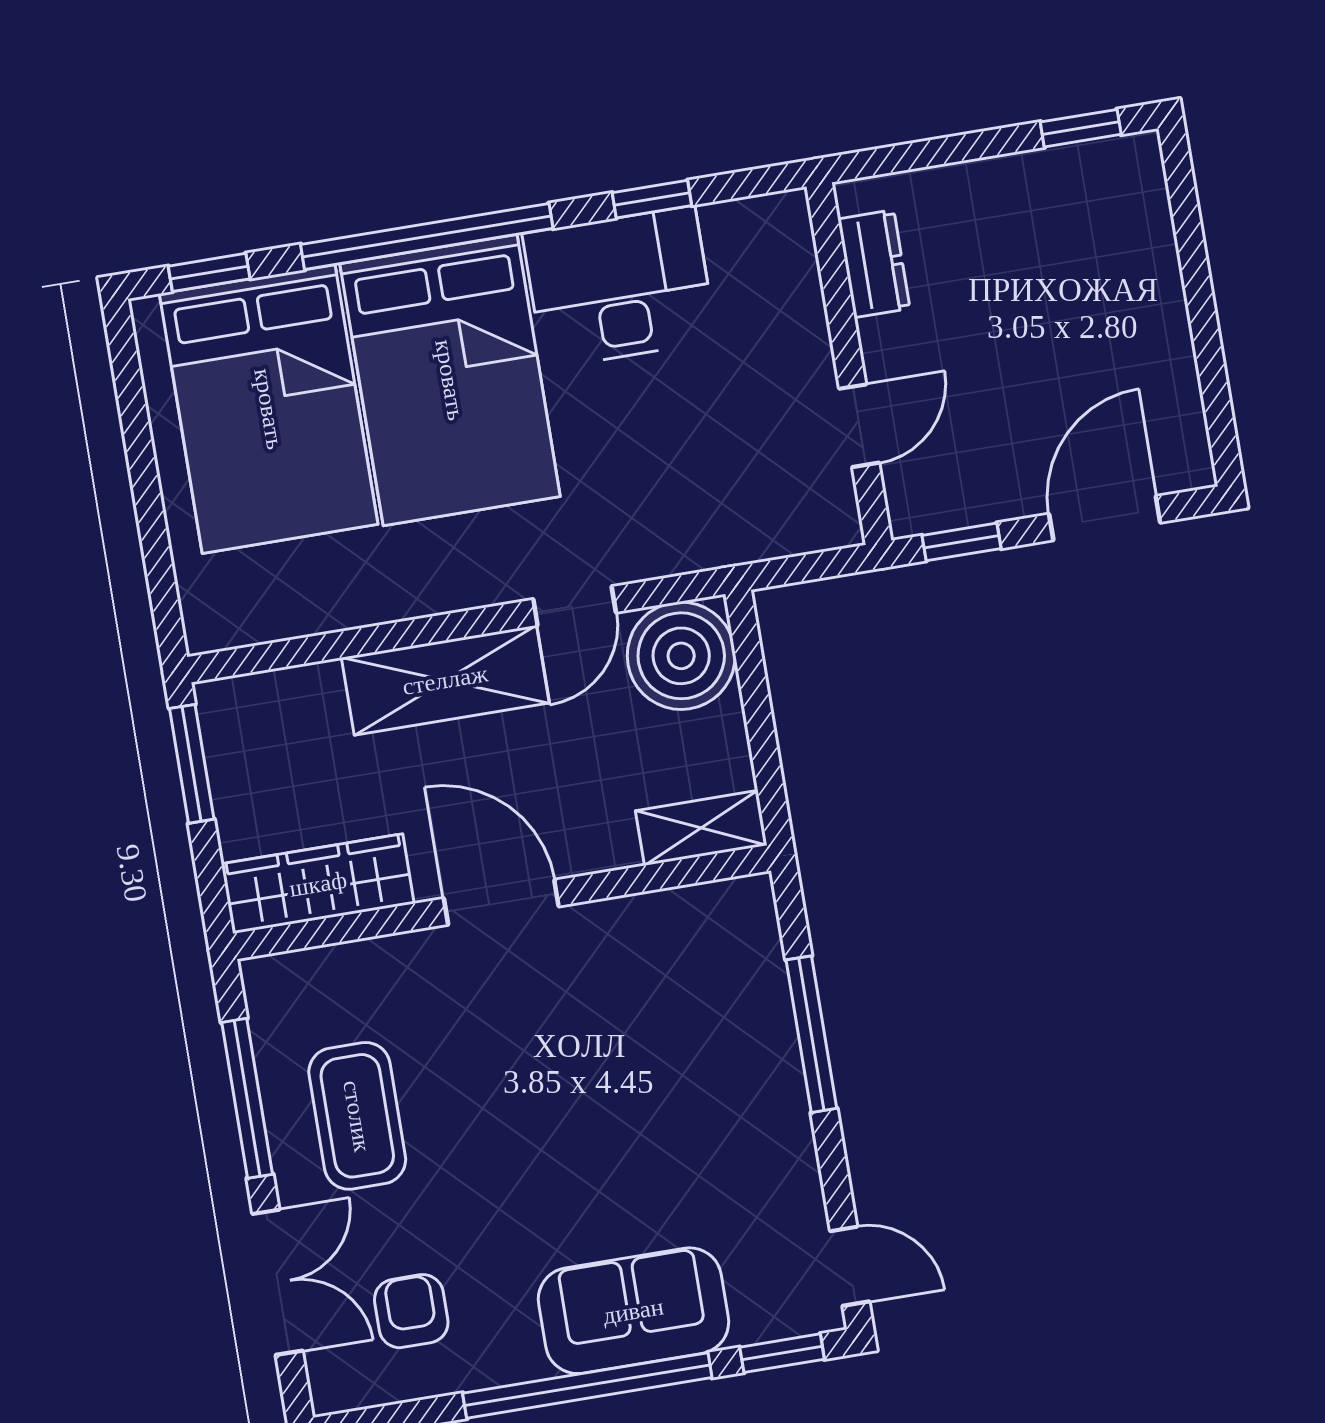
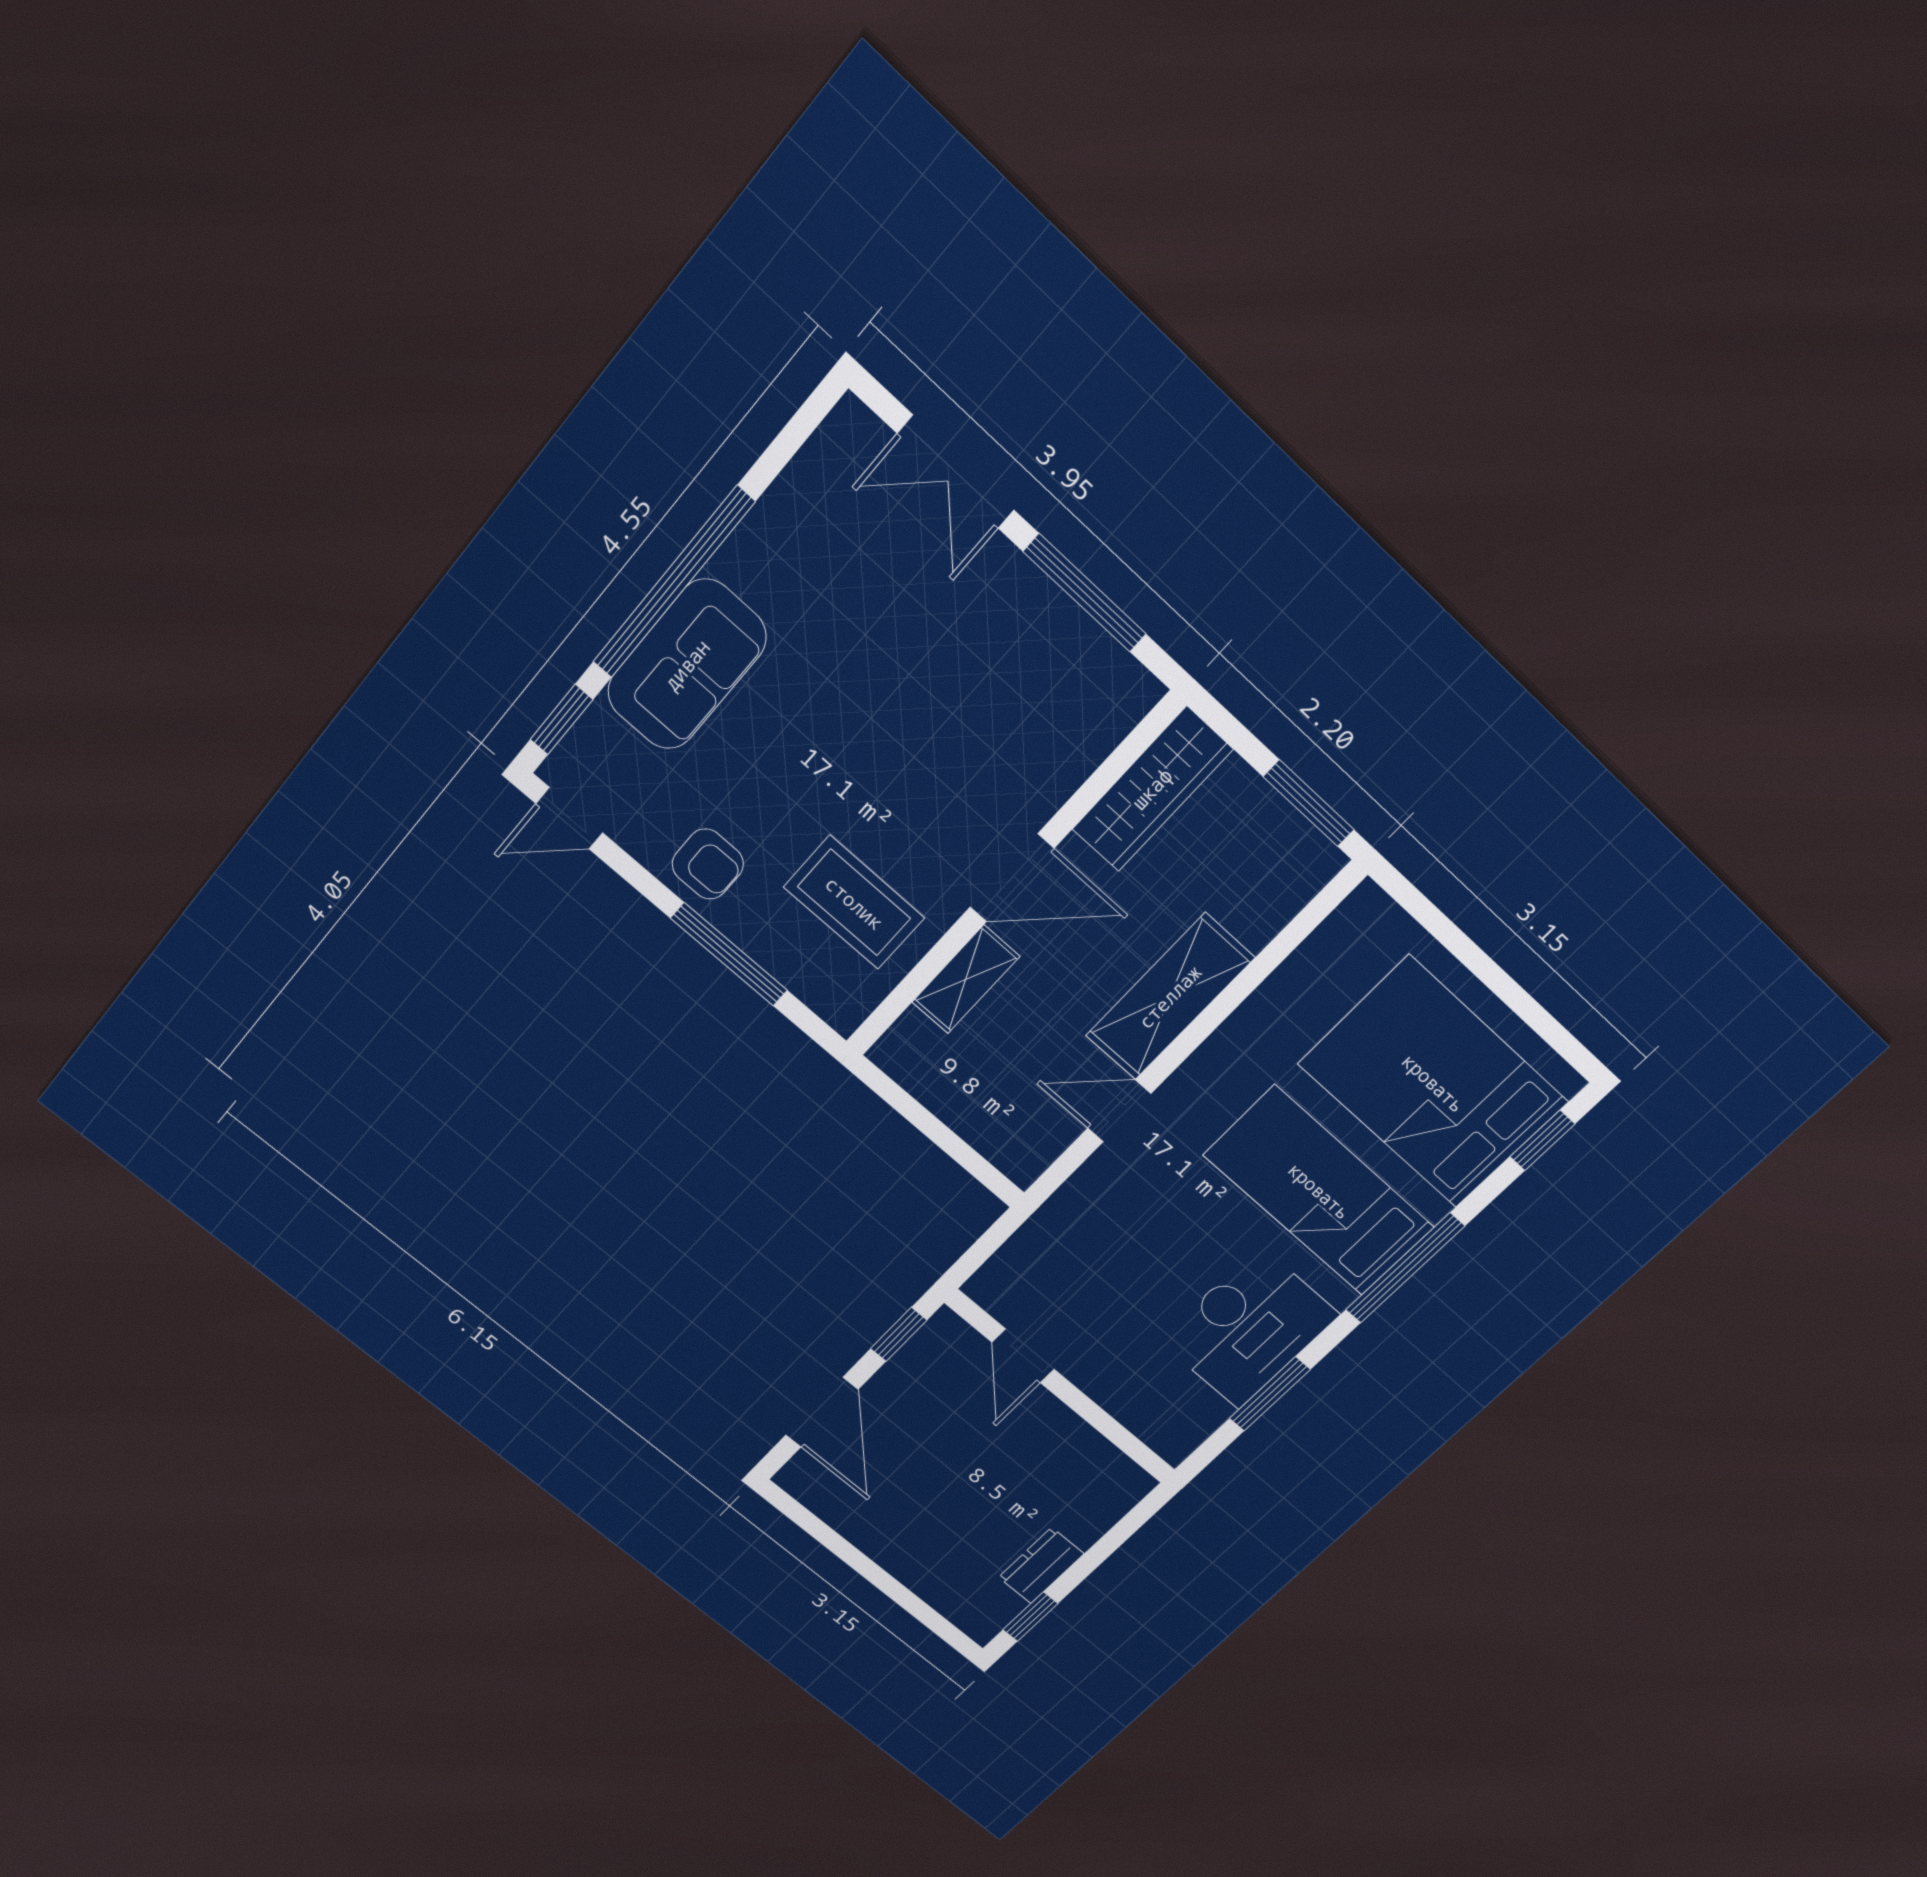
window: (652, 199) -> (1270, 1394), width x1.50
window: (427, 236) -> (1405, 1268), width x0.68
dresser: (874, 264) -> (1041, 1566), moved, turned 90
bed: (450, 380) -> (1319, 1191), width x0.67
door: (575, 606) -> (1119, 1111), hinge flipped
boiler: (681, 656) -> (1021, 1132), removed
shelving: (701, 828) -> (966, 979), moved
coffee table: (357, 1116) -> (854, 903), moved
armchair: (411, 1311) -> (708, 864), moved

